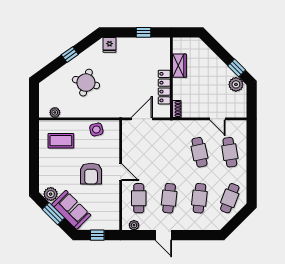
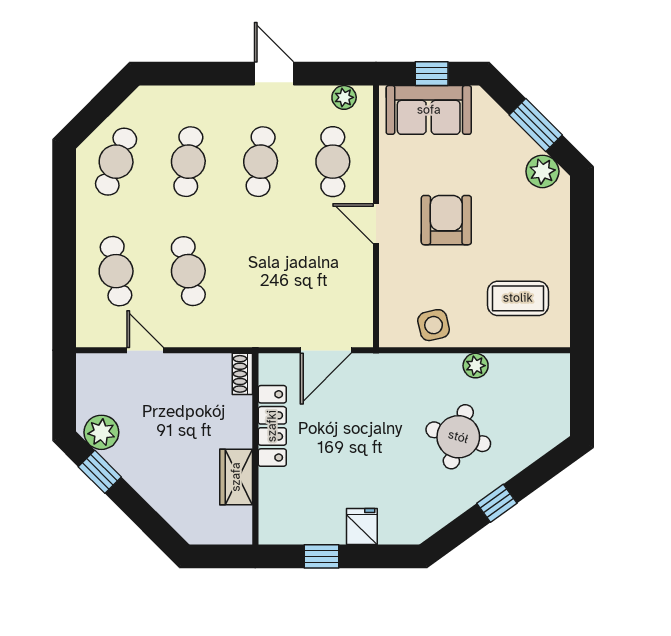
fridge: (110, 45) -> (362, 526), moved
plant: (55, 112) -> (476, 366), moved
sofa: (71, 210) -> (429, 110), moved, turned -45

